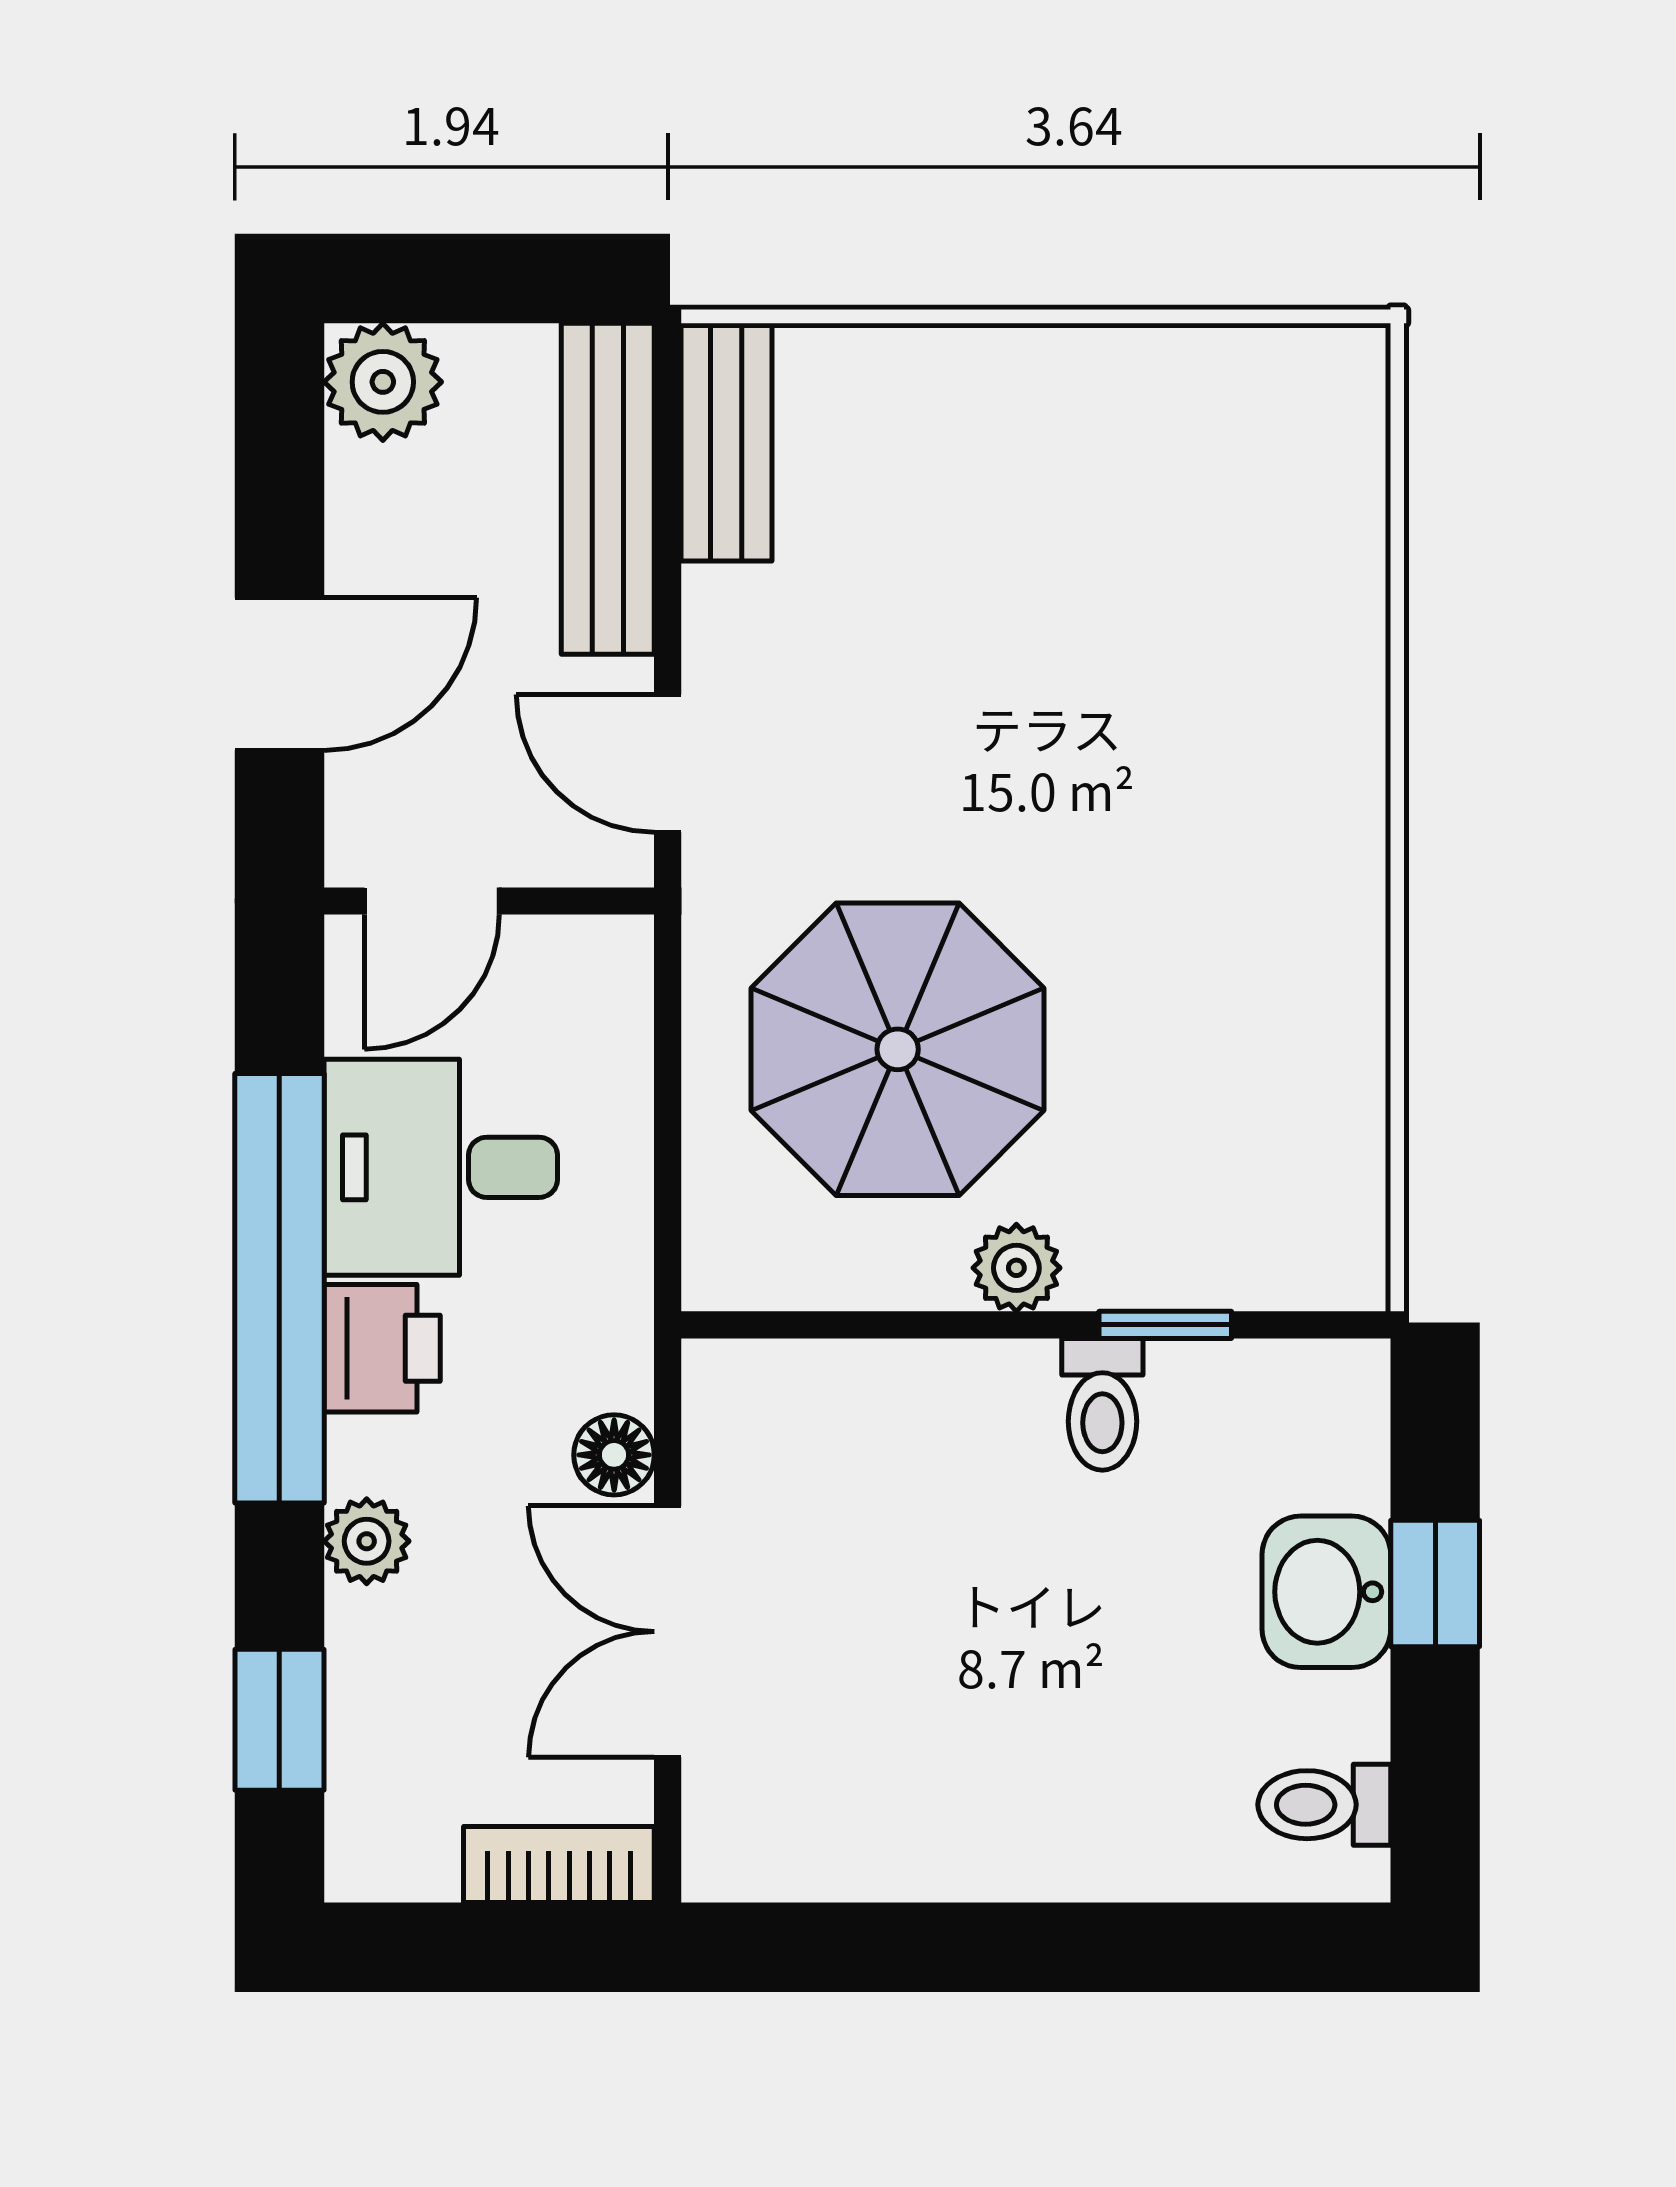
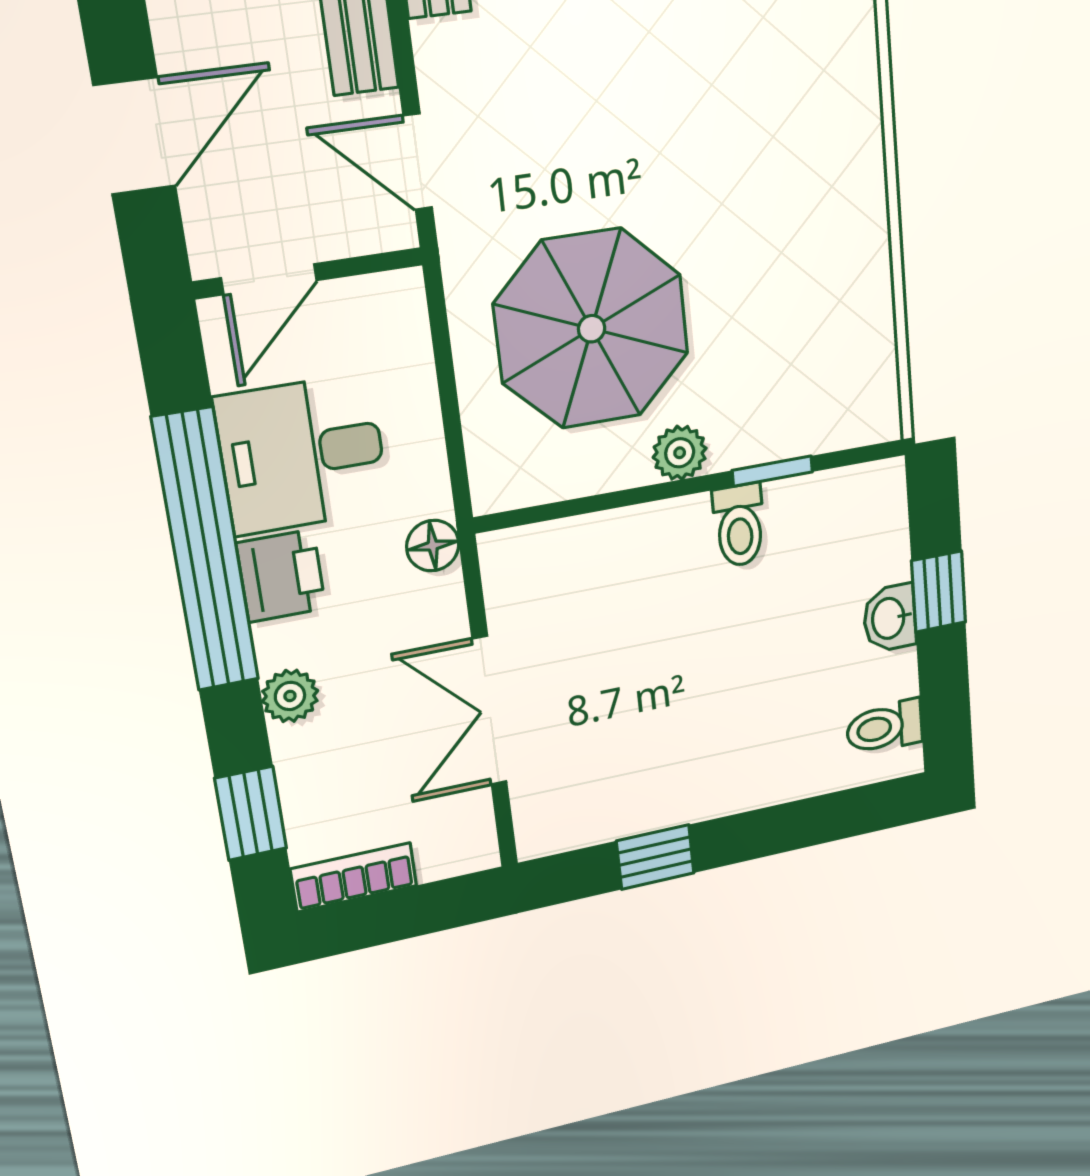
floor lamp: (614, 1455) -> (433, 546), moved
washbasin: (1326, 1592) -> (890, 618), width x0.72, depth x0.69
bookcase: (559, 1865) -> (354, 877), moved
window: (909, 1947) -> (655, 857), added

